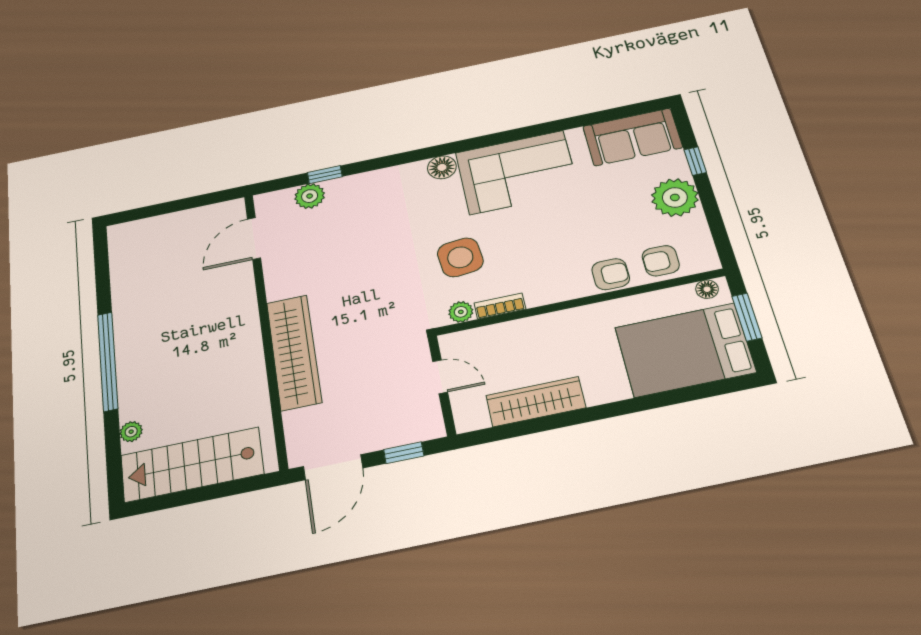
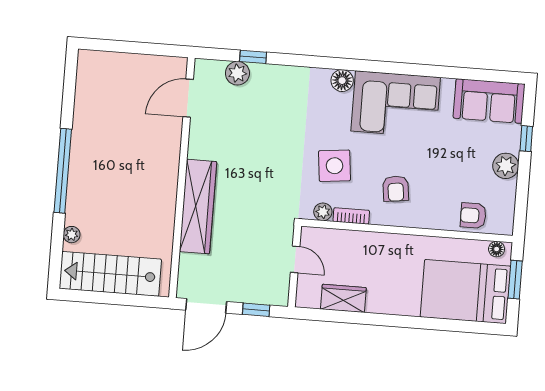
plant: (675, 197) -> (506, 166), width x0.73, depth x0.73
armchair: (611, 274) -> (396, 189), moved, turned 83
wardrobe: (536, 402) -> (343, 298), width x0.67

